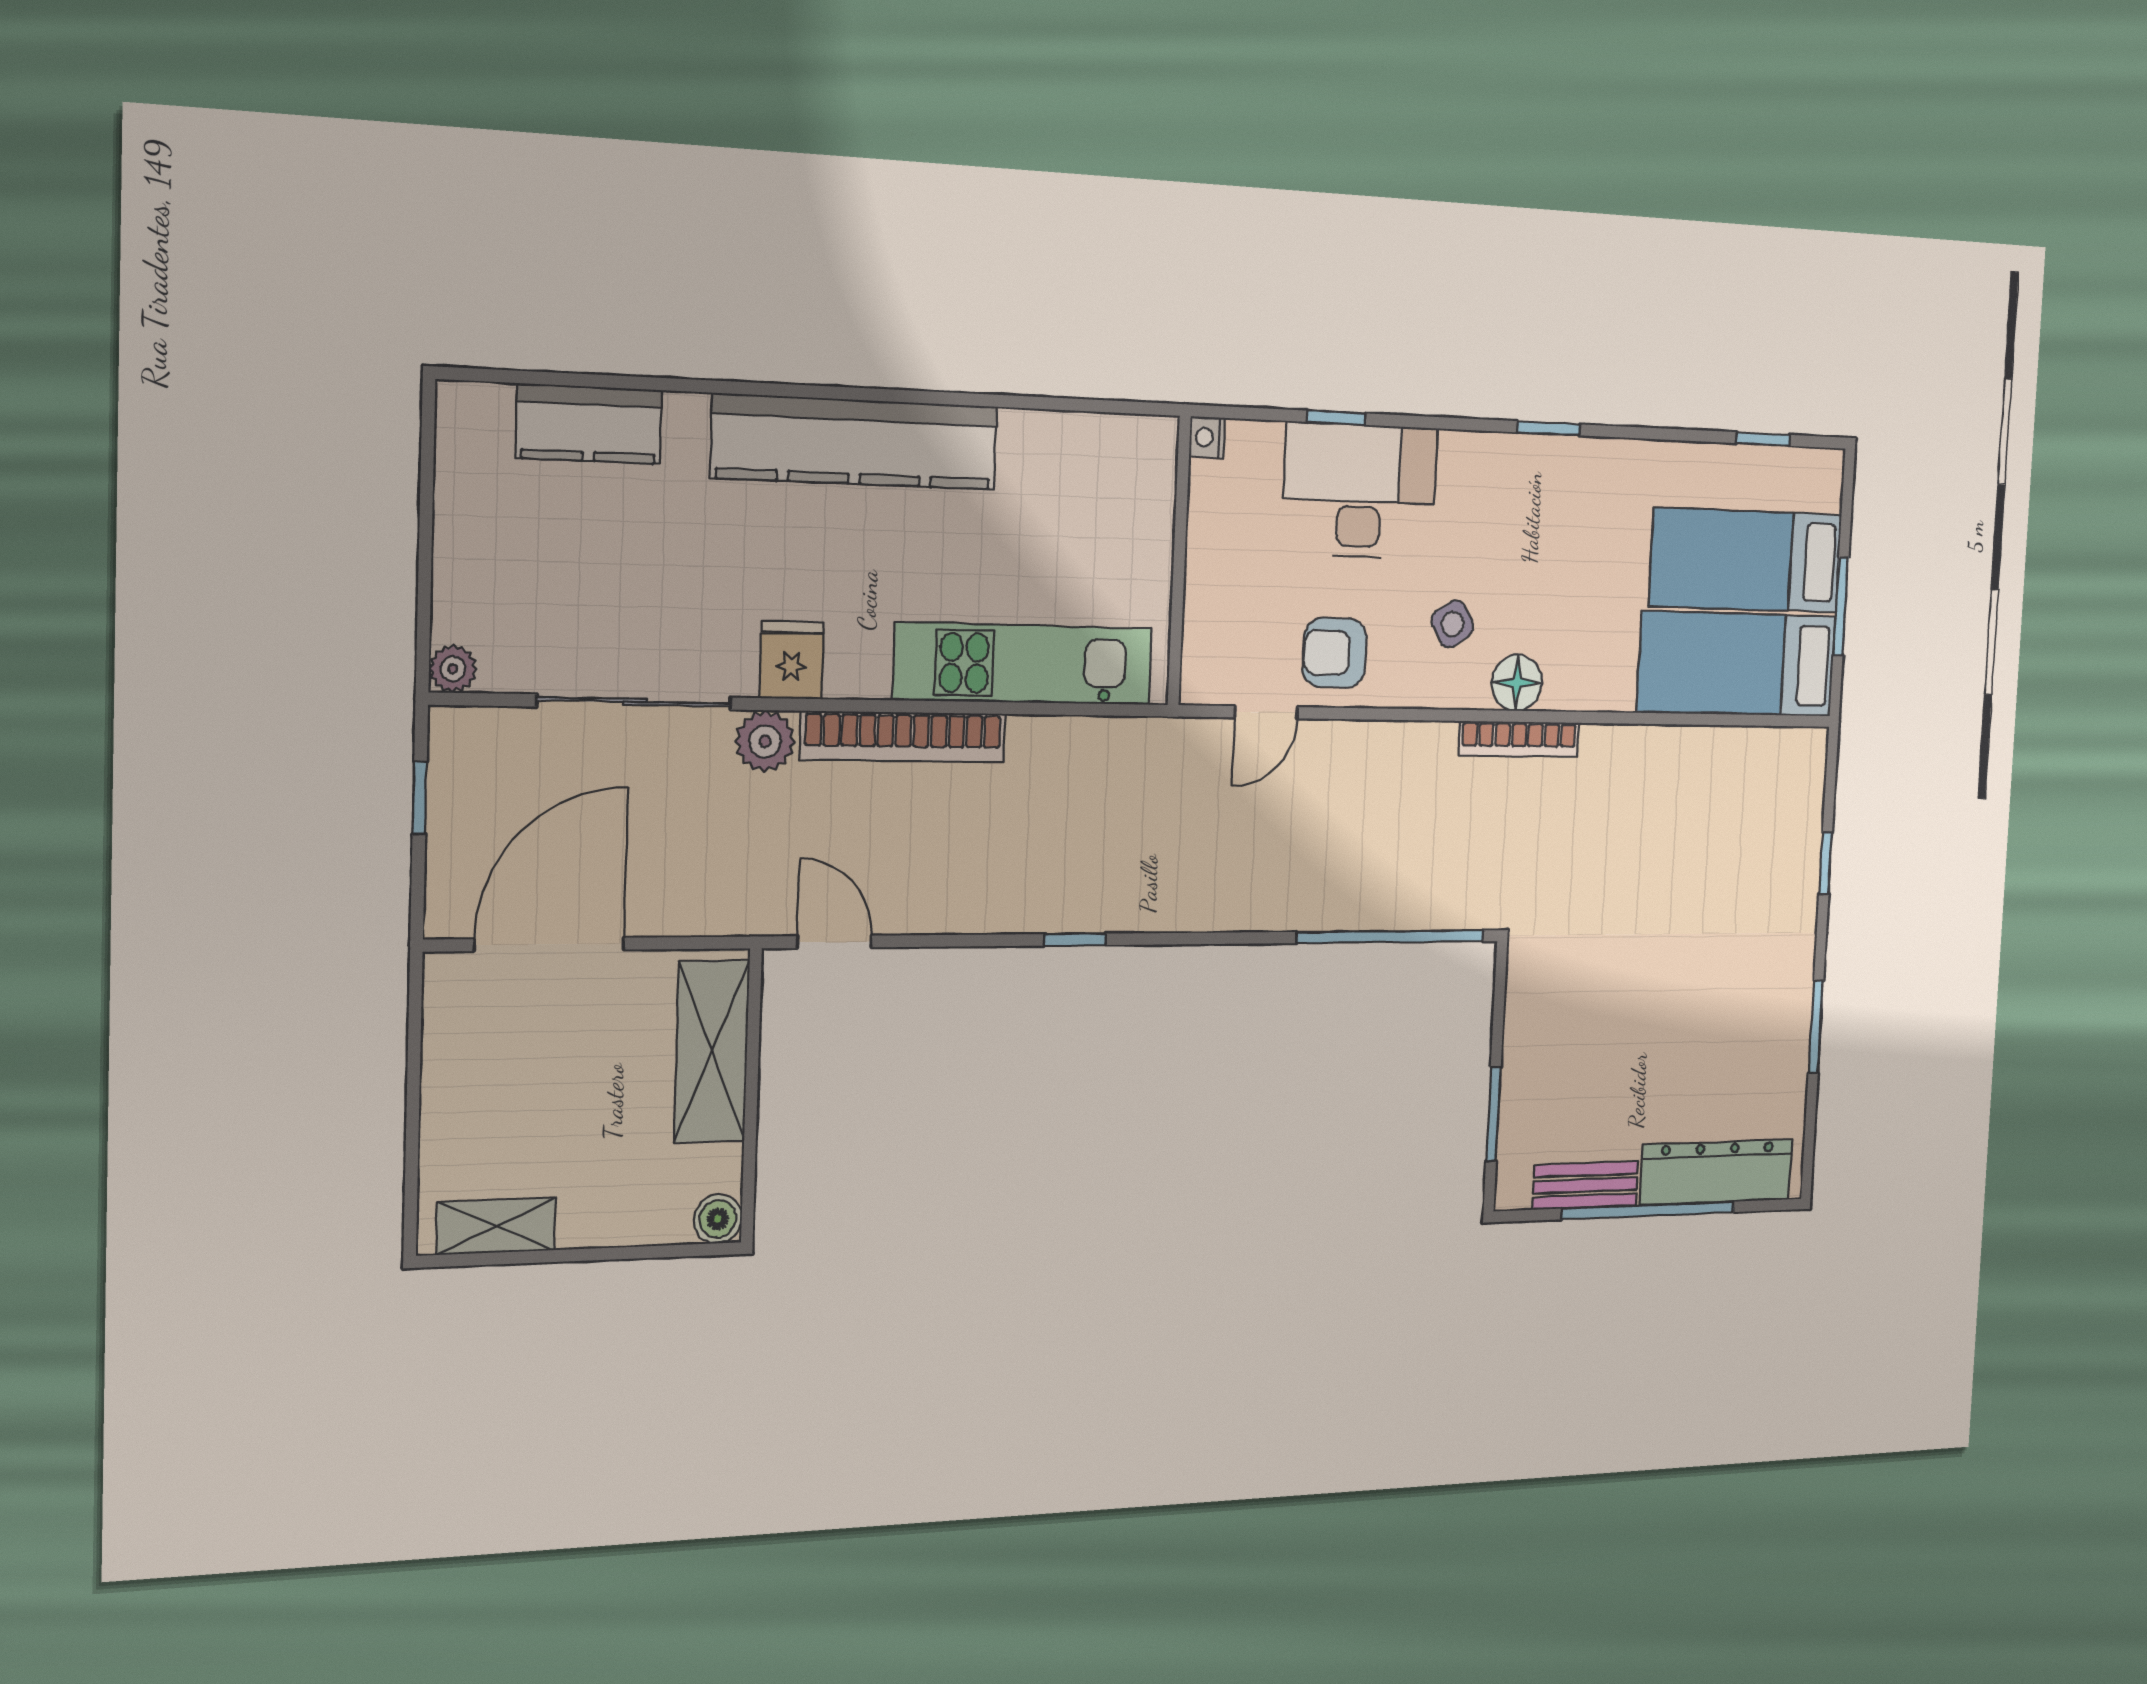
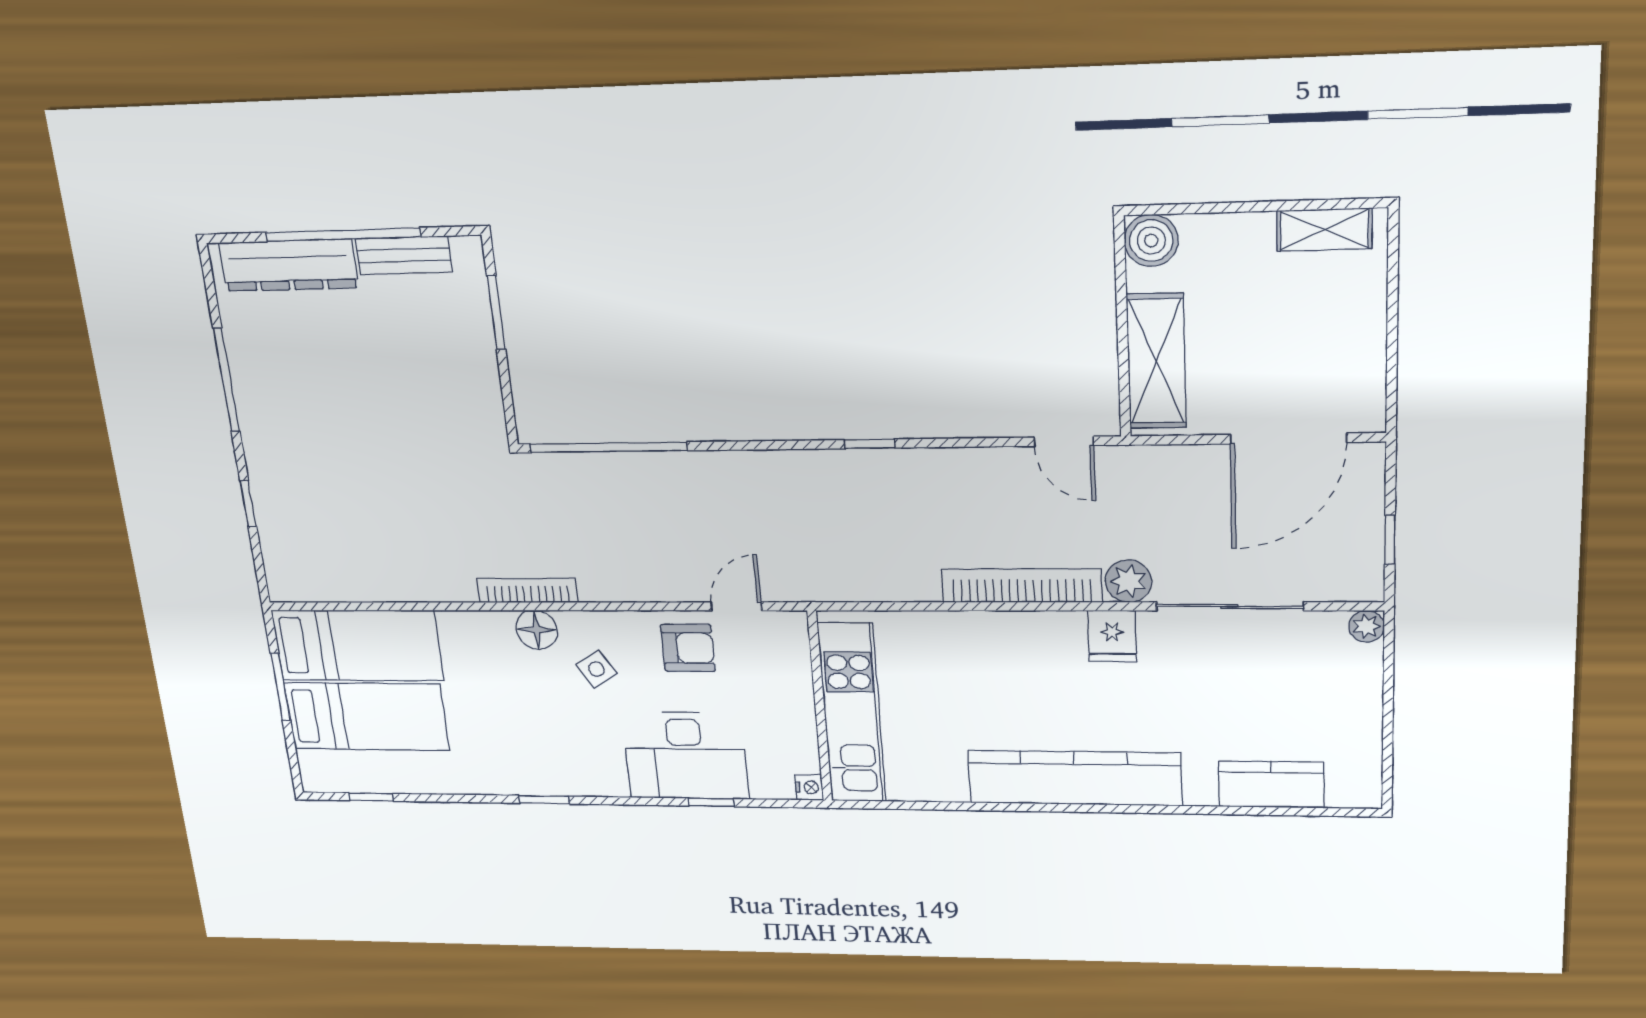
kitchen unit: (1024, 664) -> (852, 713), moved, turned -90
window: (1816, 1027) -> (226, 380), width x1.44
boiler: (718, 1219) -> (1151, 241), width x1.36, depth x1.36

